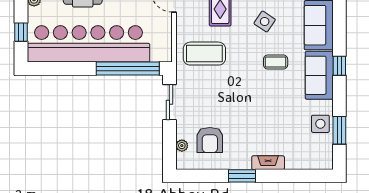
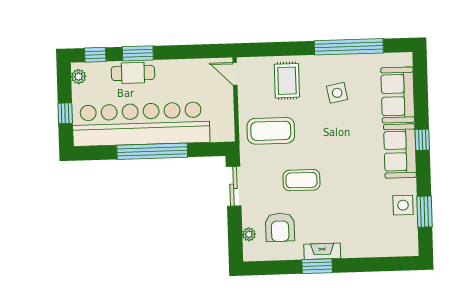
side table: (265, 22) -> (337, 93), turned 45
coffee table: (276, 62) -> (301, 180), moved, width x1.36, depth x1.30
window: (128, 69) -> (152, 151), moved
fireplace: (268, 163) -> (322, 251), moved

